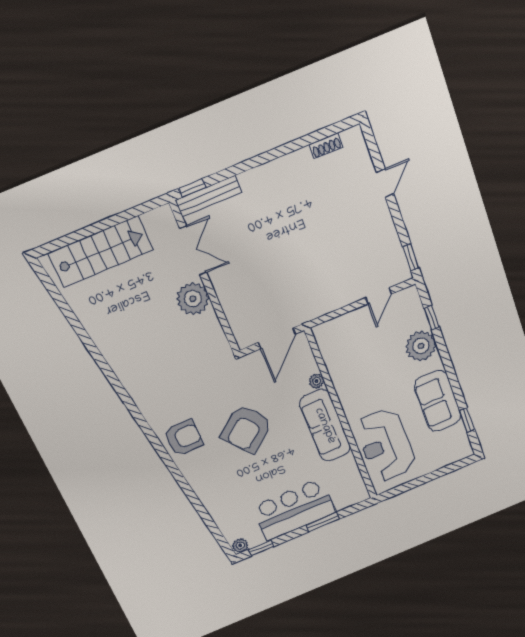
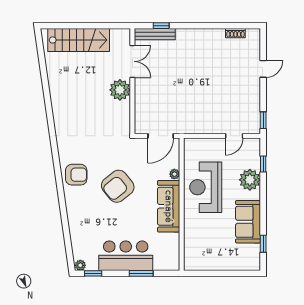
window: (192, 188) -> (161, 26), moved
reception desk: (386, 445) -> (206, 187), moved

